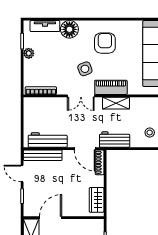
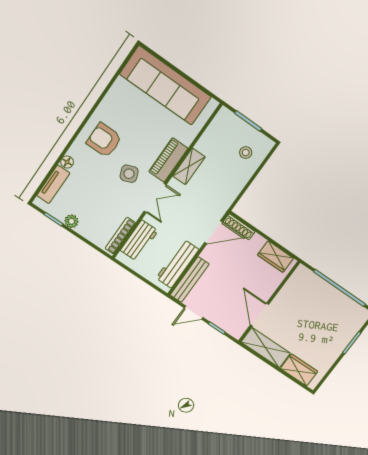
floor lamp: (69, 29) -> (67, 162), width x0.53, depth x0.53
armchair: (105, 43) -> (104, 140), moved
workbench: (115, 140) -> (139, 241), moved, turned 180

